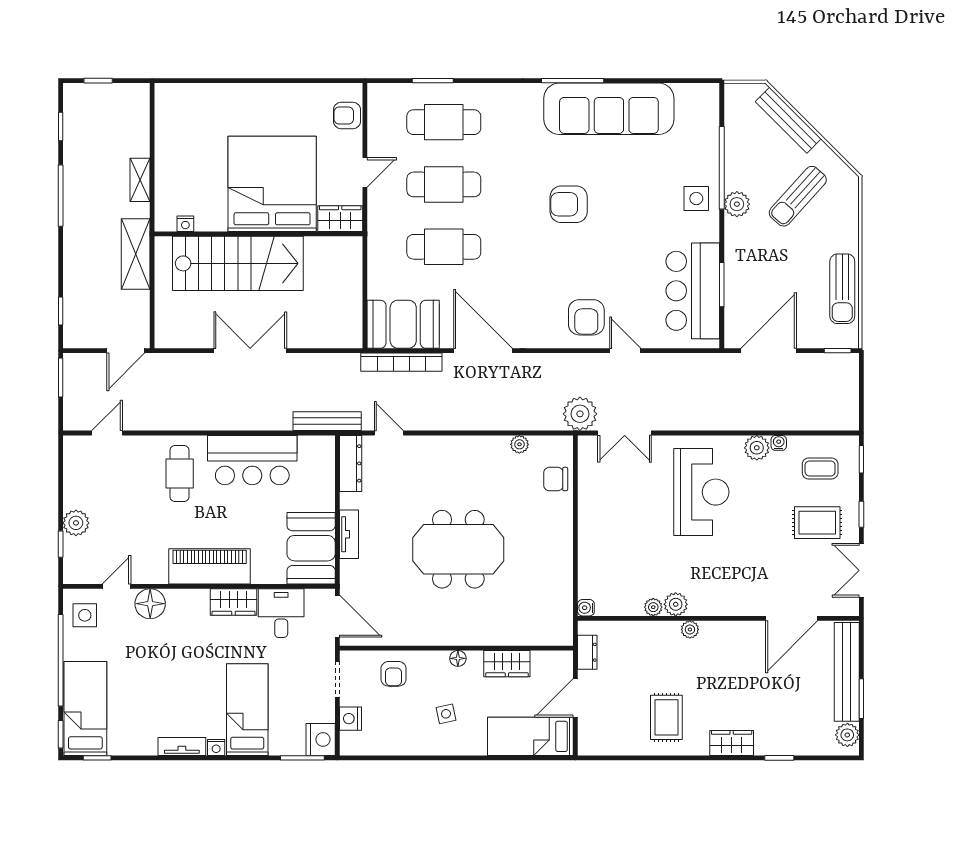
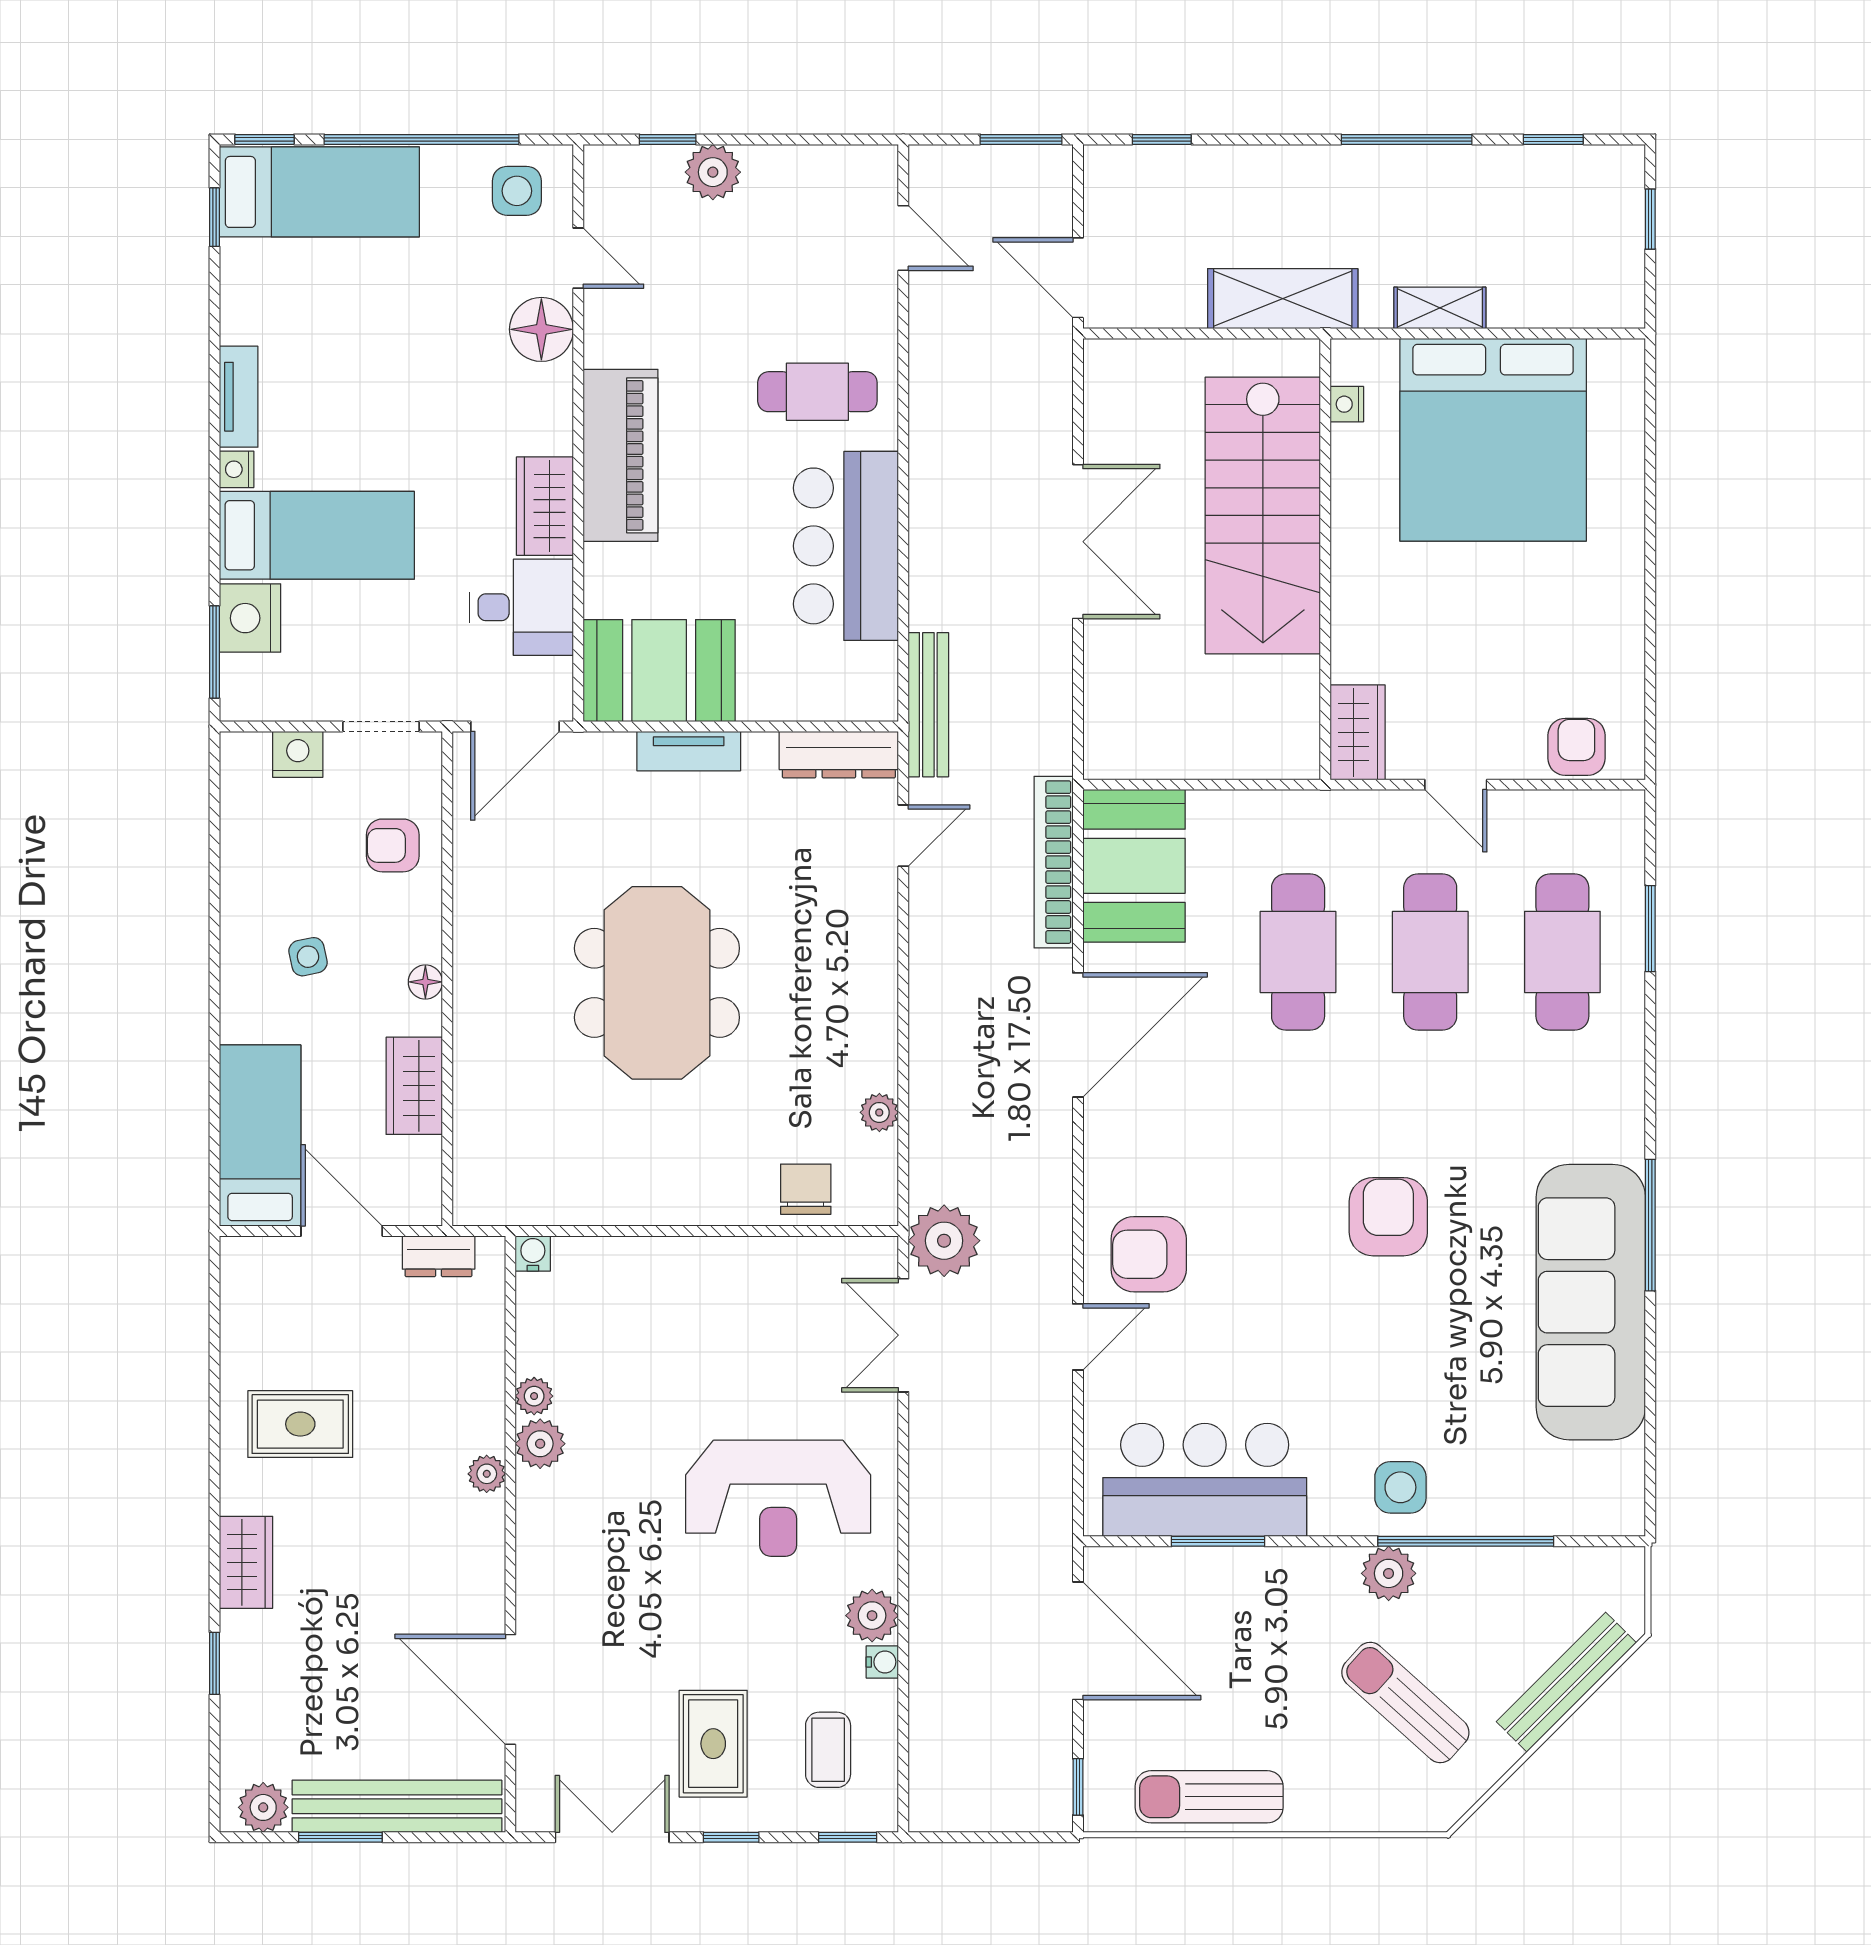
bed: (272, 184) -> (1493, 440), moved, turned 90
nightstand: (321, 739) -> (250, 618), moved, turned 90

